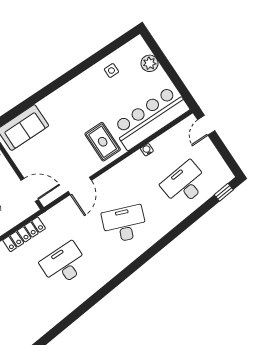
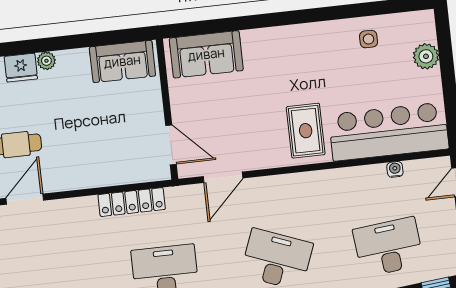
water cooler: (147, 150) -> (395, 169), moved
door: (80, 186) -> (223, 177), moved

